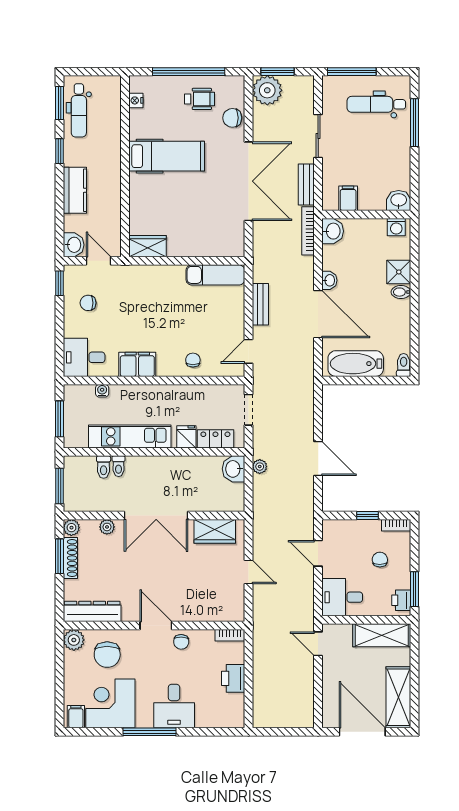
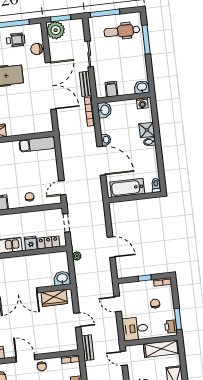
bench: (260, 304) -> (88, 348), moved
washbasin: (234, 469) -> (62, 278), moved, turned 90

